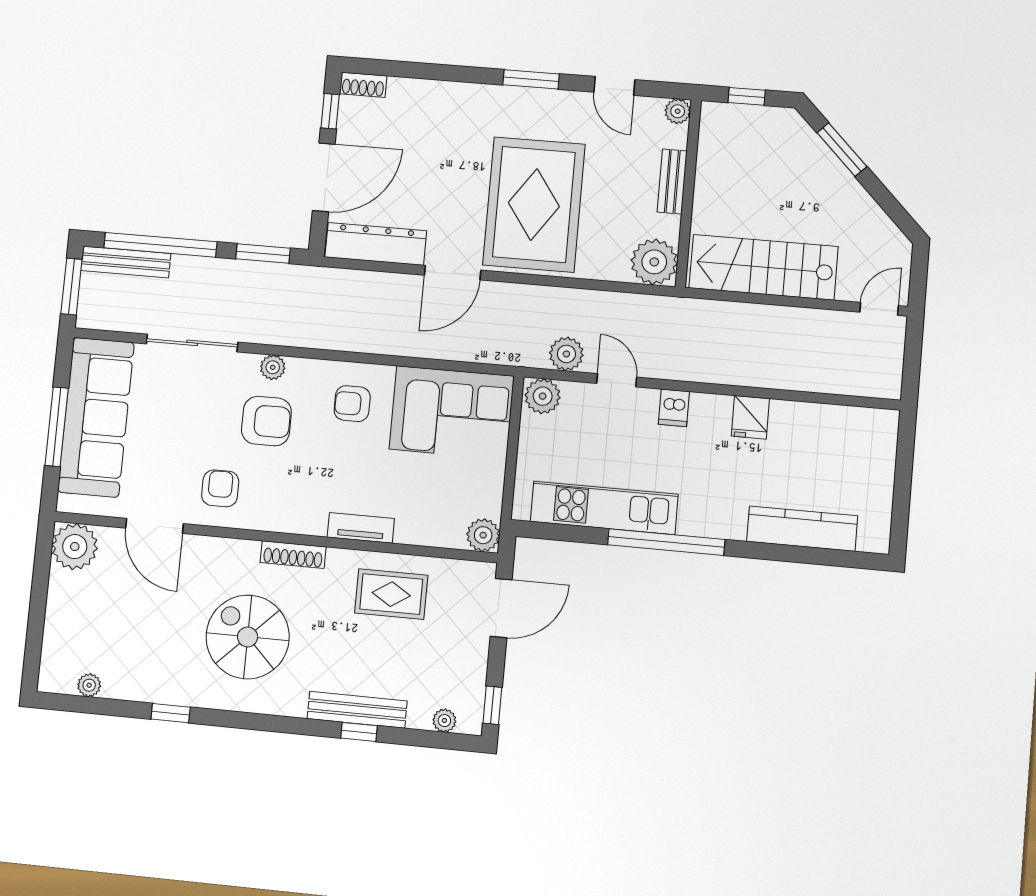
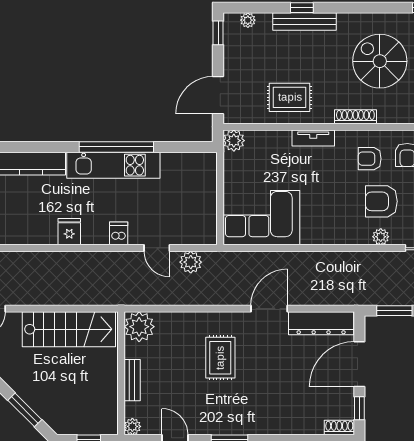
rug: (534, 205) -> (220, 358), width x0.54, depth x0.49
plant: (543, 396) -> (204, 233), removed
armchair: (352, 404) -> (370, 159), moved, turned 180
kitchen unit: (604, 508) -> (113, 165), moved
spiral stairs: (248, 637) -> (380, 61), turned 180

